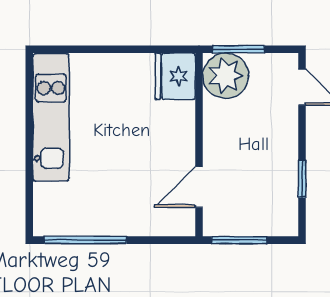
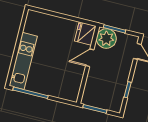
kitchen unit: (51, 117) -> (23, 61), moved
door: (199, 187) -> (90, 58), moved

